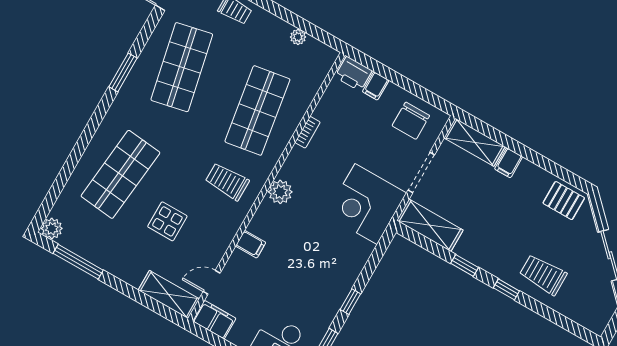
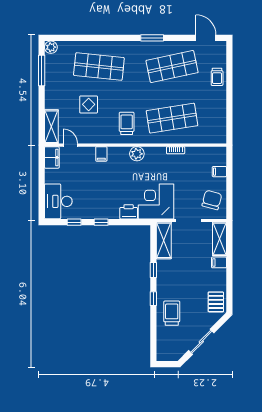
plant: (298, 37) -> (222, 117), removed
printer: (353, 74) -> (129, 212), moved, turned 90
chair: (411, 121) -> (212, 200), turned 105

